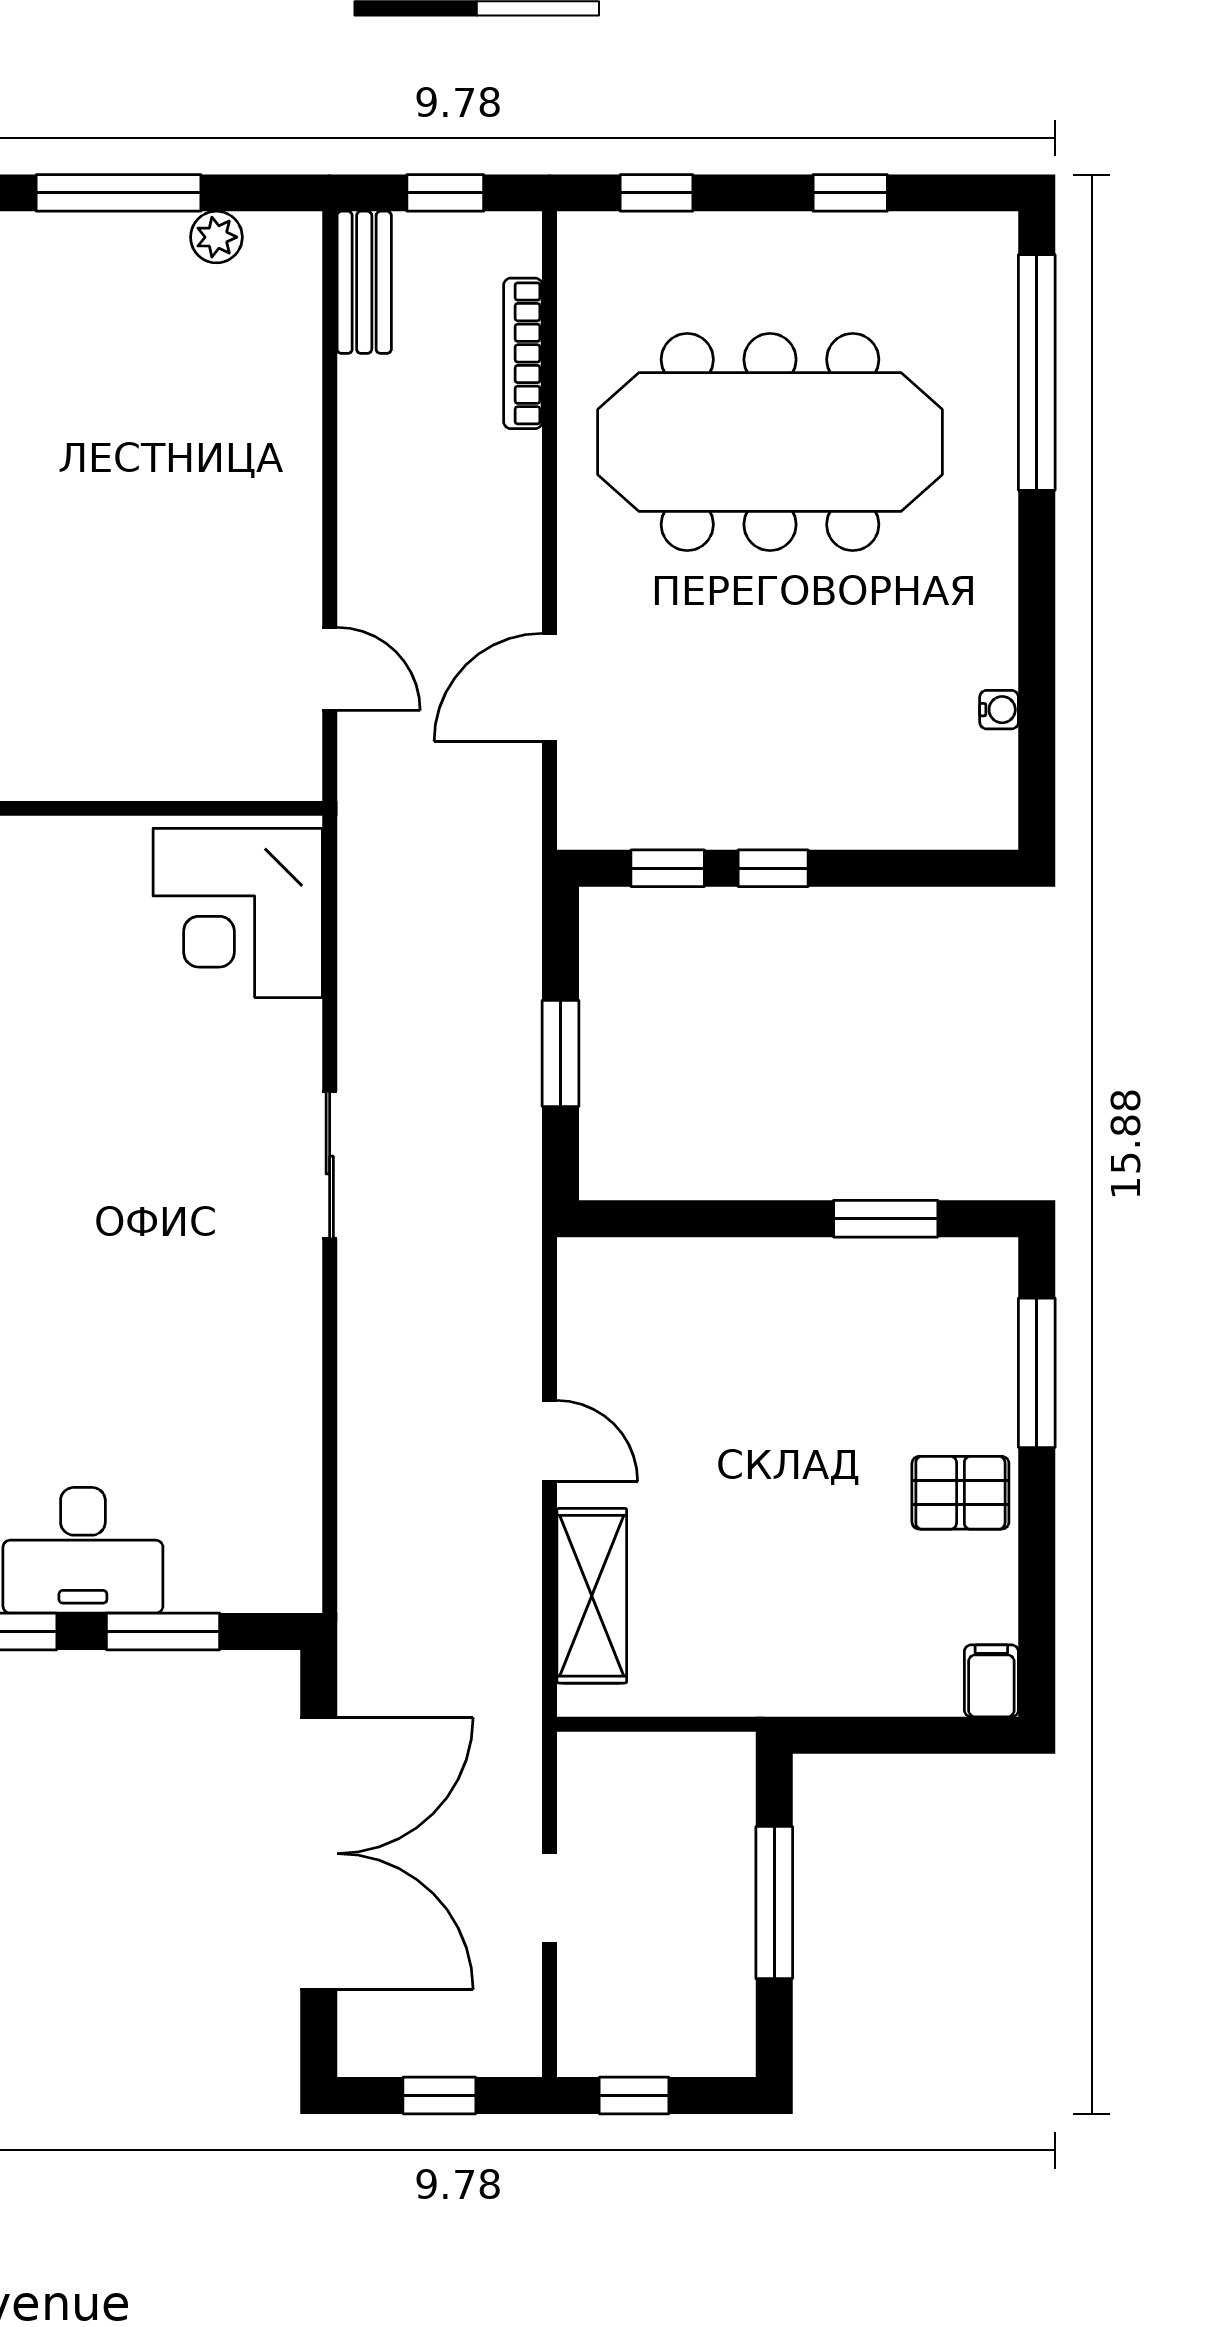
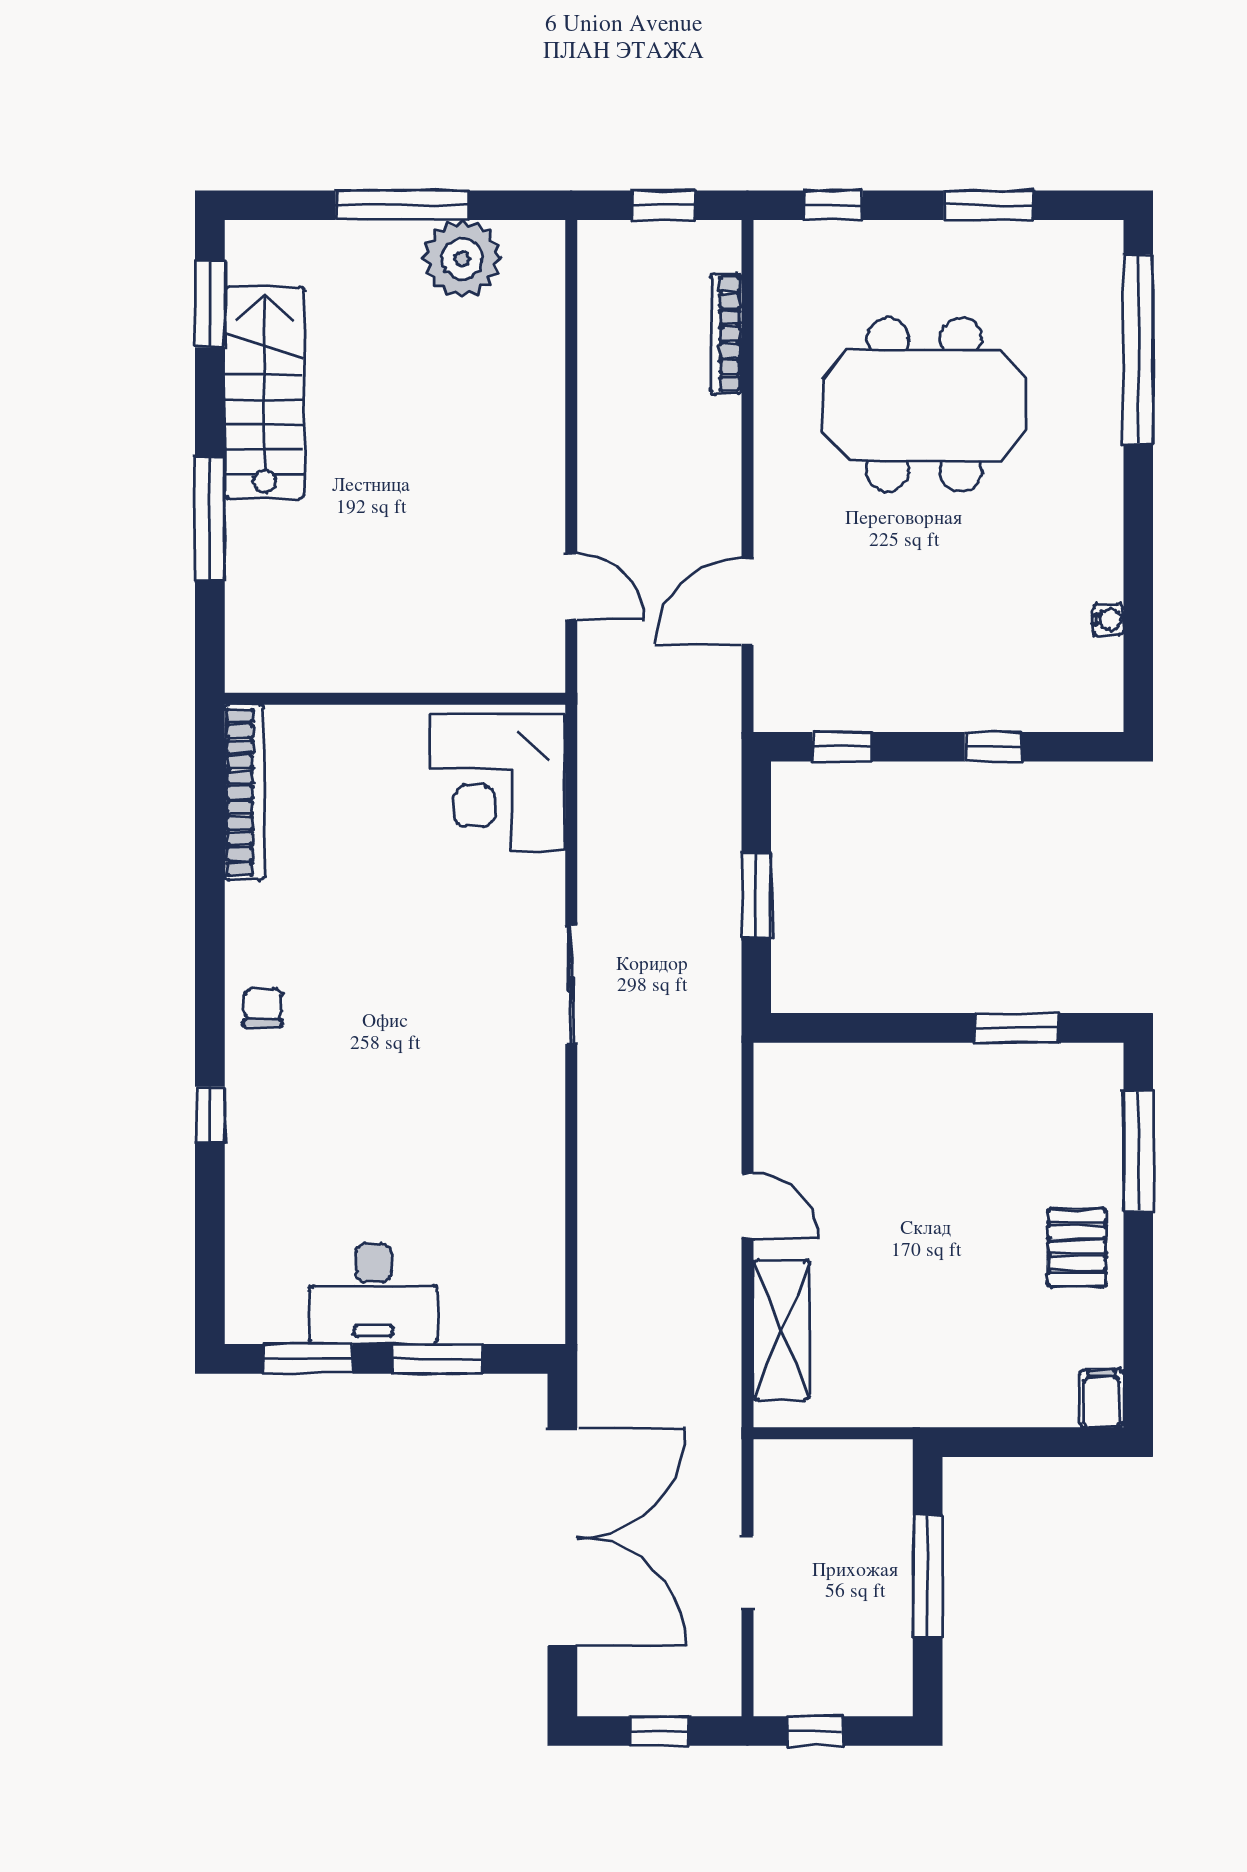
window: (850, 193) -> (989, 205), width x1.50
plant: (216, 237) -> (462, 259), width x1.87, depth x1.87
bench: (364, 282) -> (599, 277), removed
meeting table: (770, 442) -> (924, 405), width x0.73
window: (773, 868) -> (993, 747), moved
pallet: (960, 1493) -> (1077, 1248), turned 90

